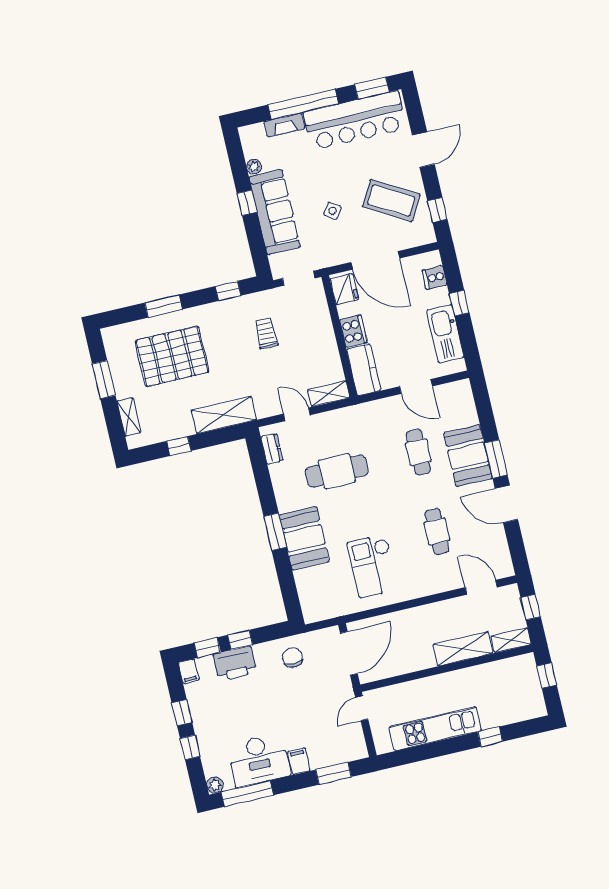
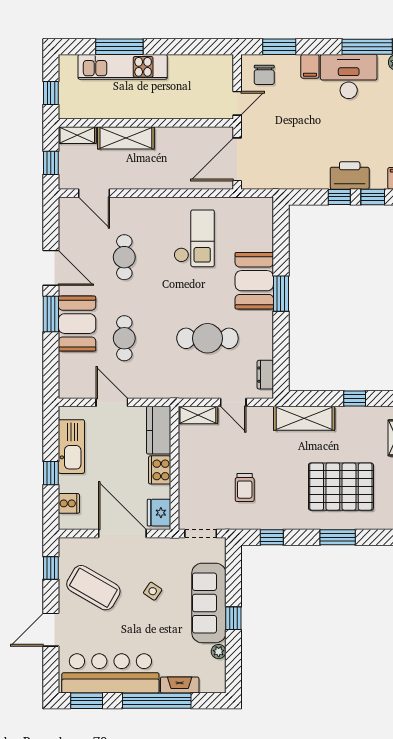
chair: (293, 658) -> (264, 75), moved
kitchen unit: (435, 729) -> (123, 67), moved
window: (490, 737) -> (119, 47), width x2.17

